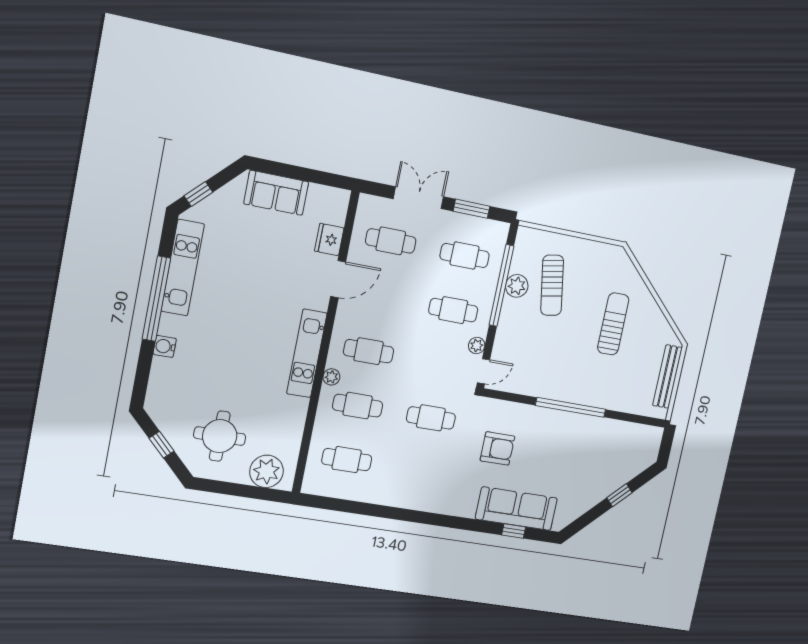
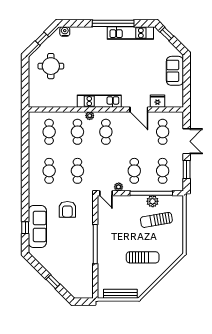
water cooler: (165, 346) -> (65, 31), moved
plant: (266, 471) -> (37, 93), removed
cafe table: (420, 471) -> (49, 171), added

